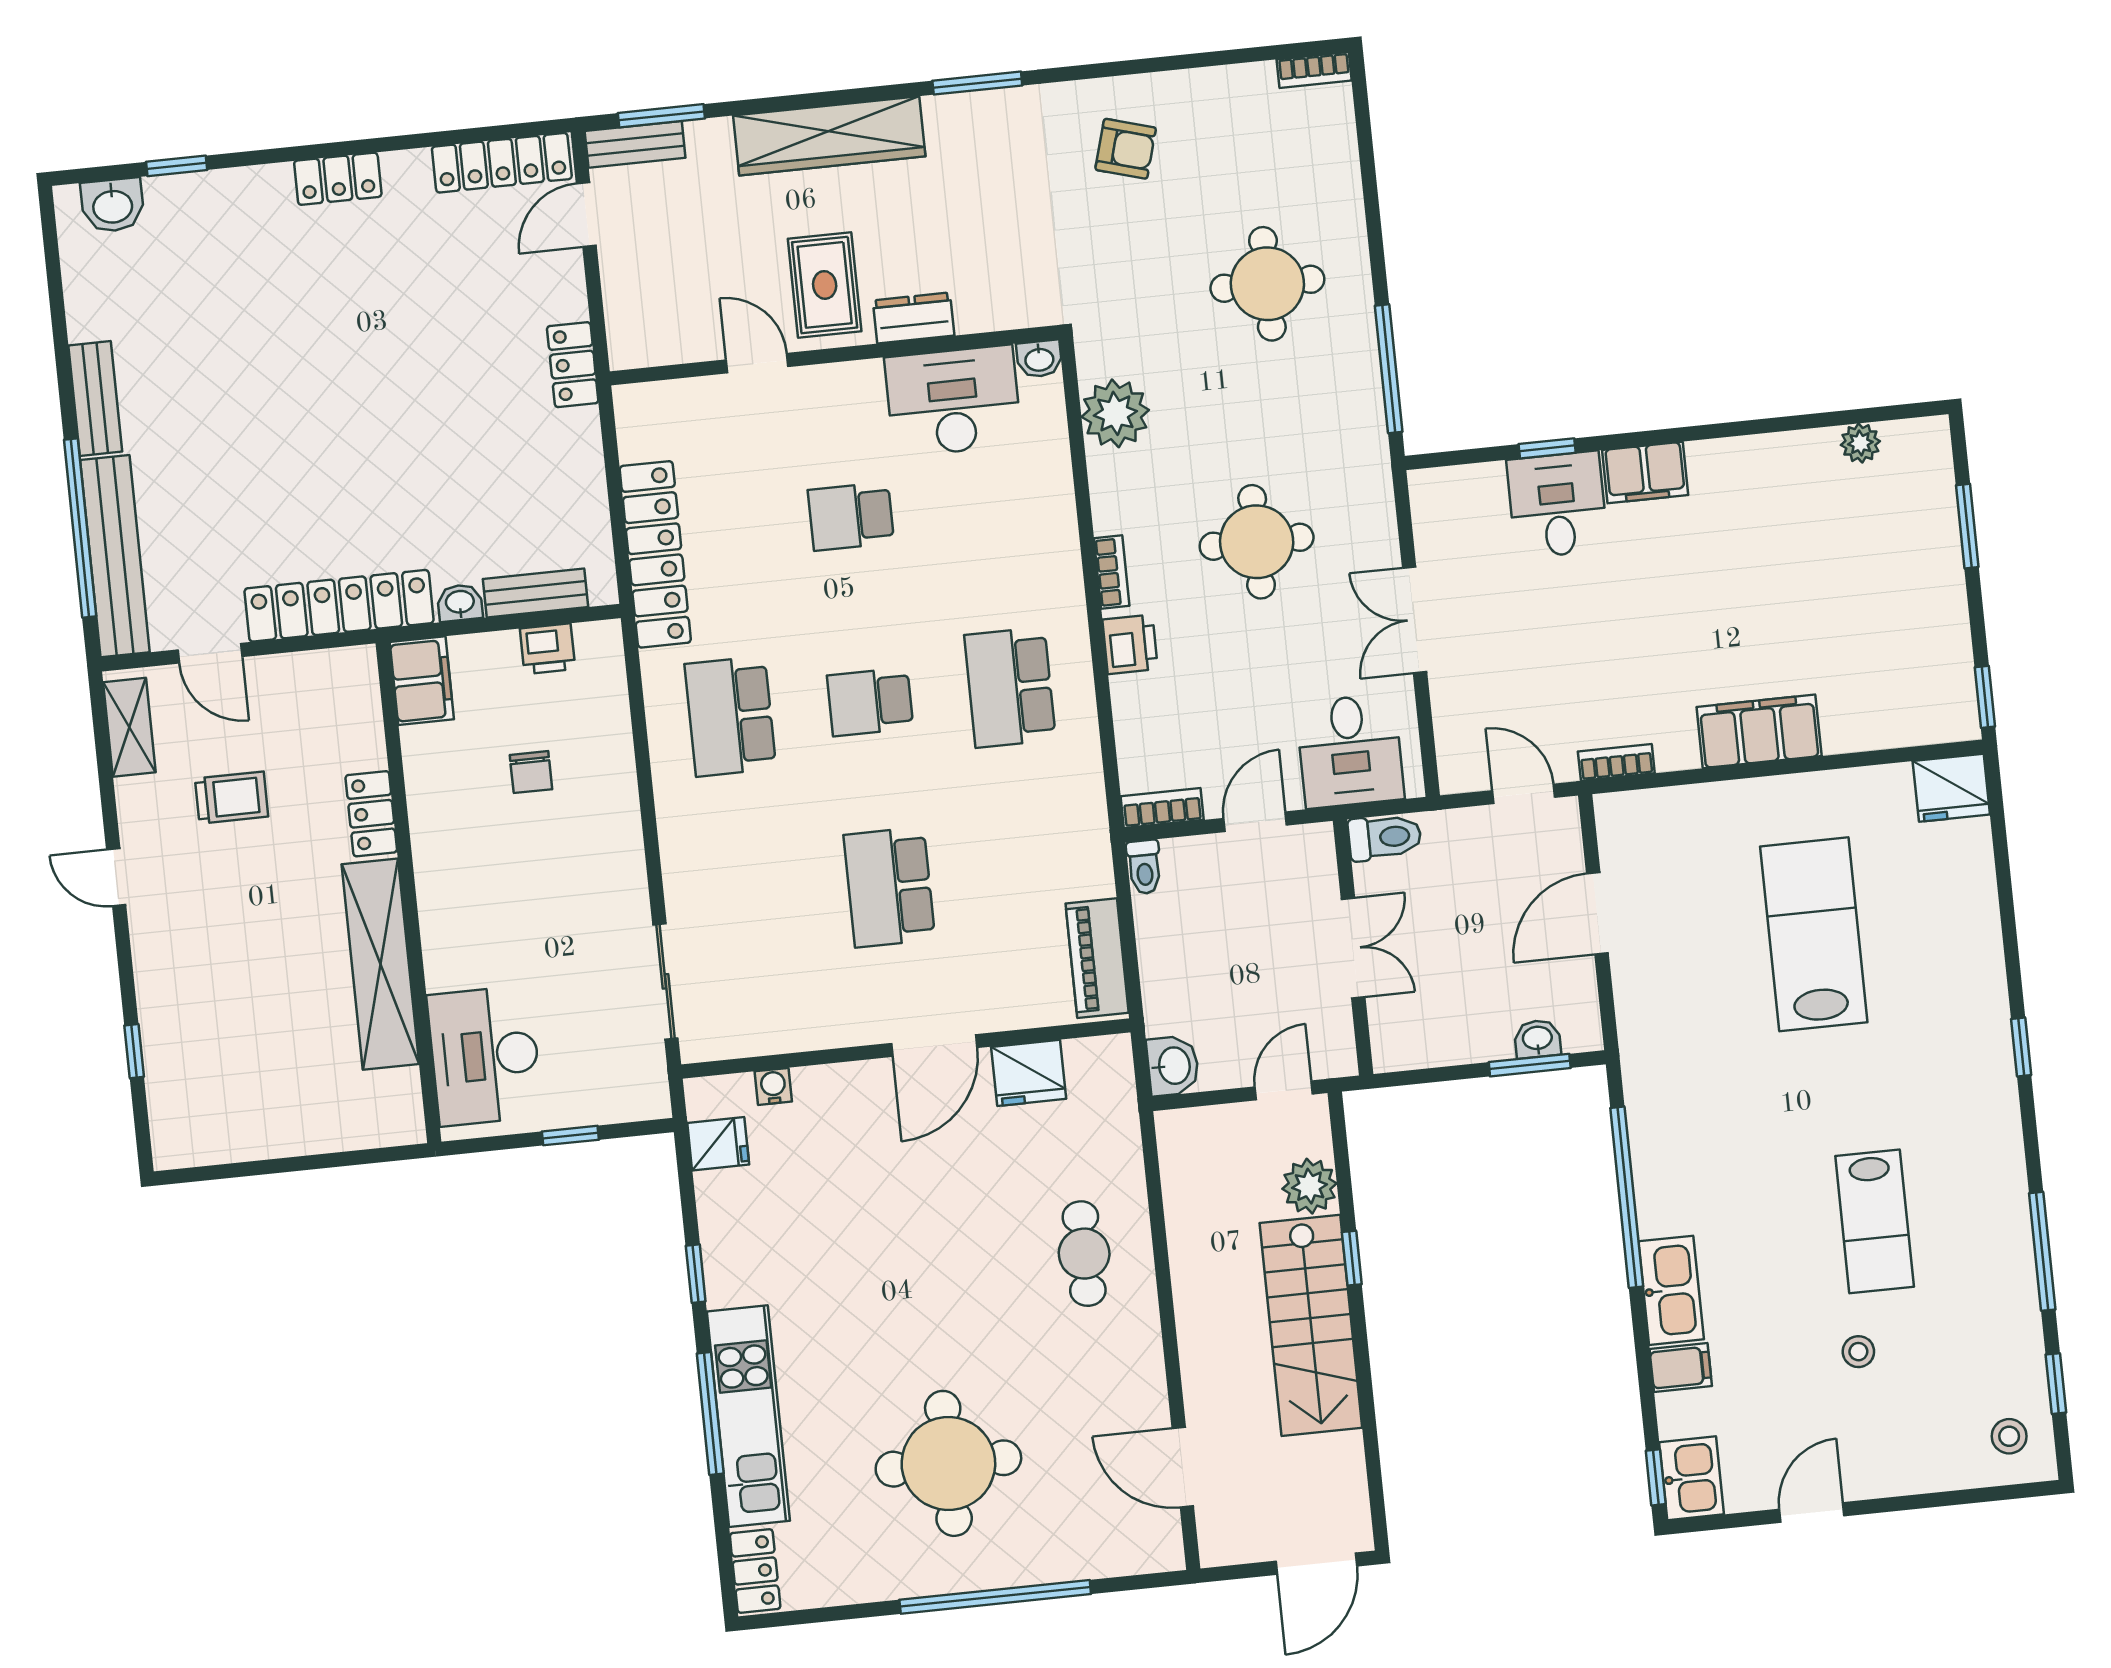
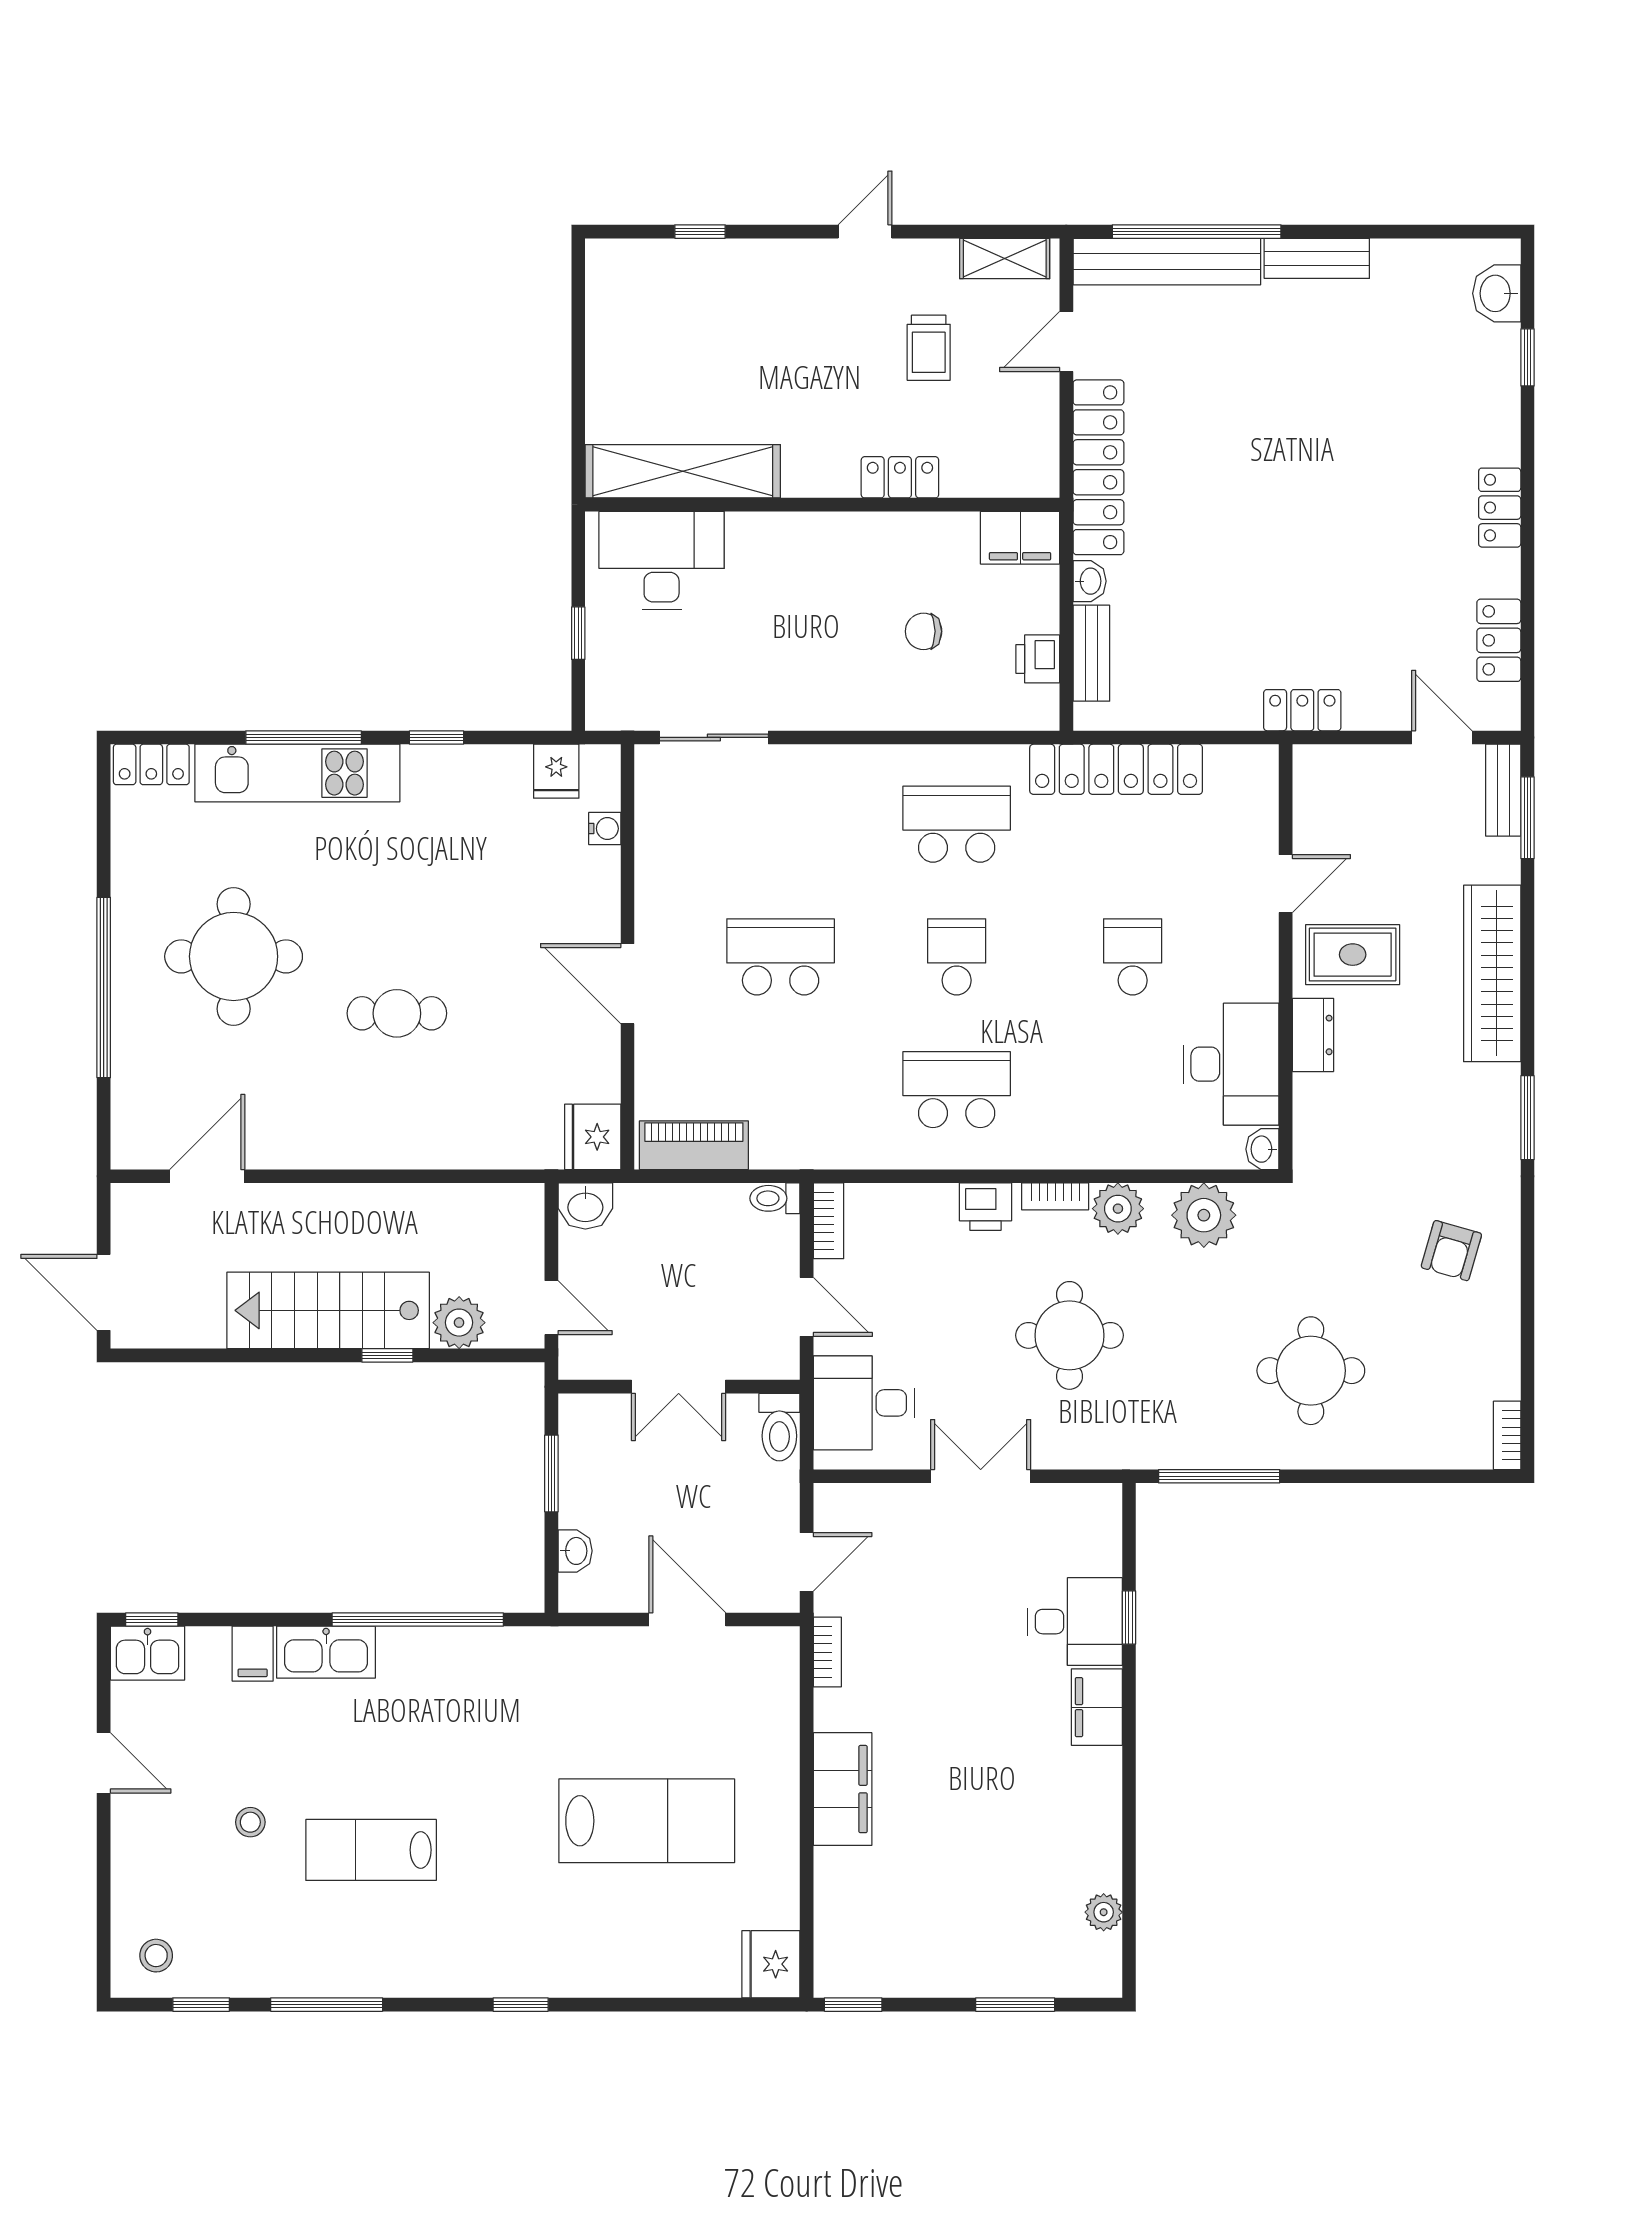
locker: (502, 163) -> (1499, 640), width x0.66
plant: (1118, 505) -> (1118, 1209), added
shelving: (380, 964) -> (683, 471), moved
window: (1530, 1065) -> (551, 1473), moved
fridge: (1029, 1073) -> (593, 1137), moved
cafe table: (1084, 1254) -> (397, 1013), moved

